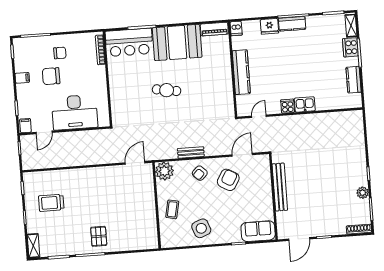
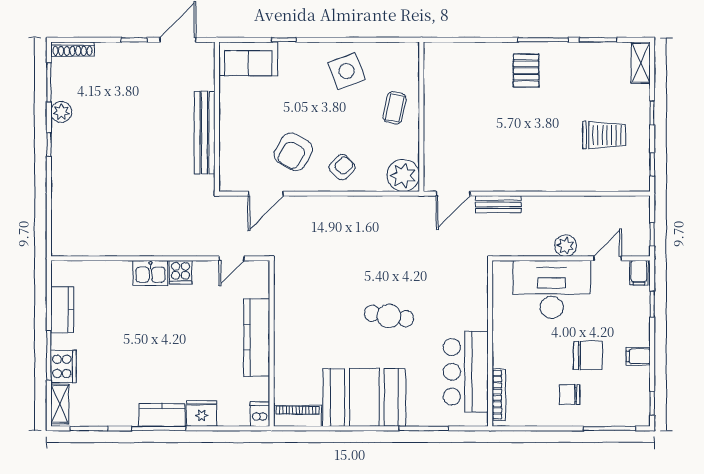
bar counter: (129, 42) -> (466, 372), moved, turned -90
plant: (69, 138) -> (566, 246), added
bench: (191, 152) -> (498, 204), moved

